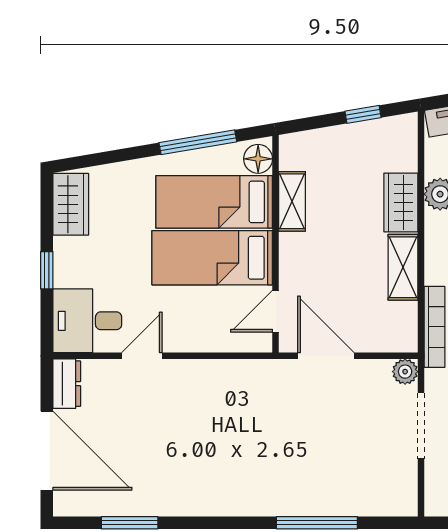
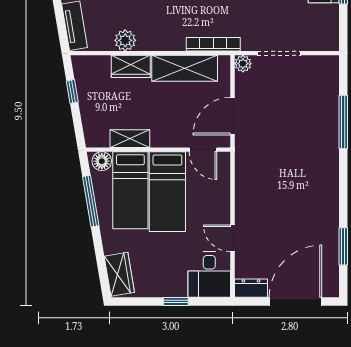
wardrobe: (71, 204) -> (119, 274), moved, turned 80
shelving: (403, 267) -> (185, 68), width x1.50, depth x1.33

